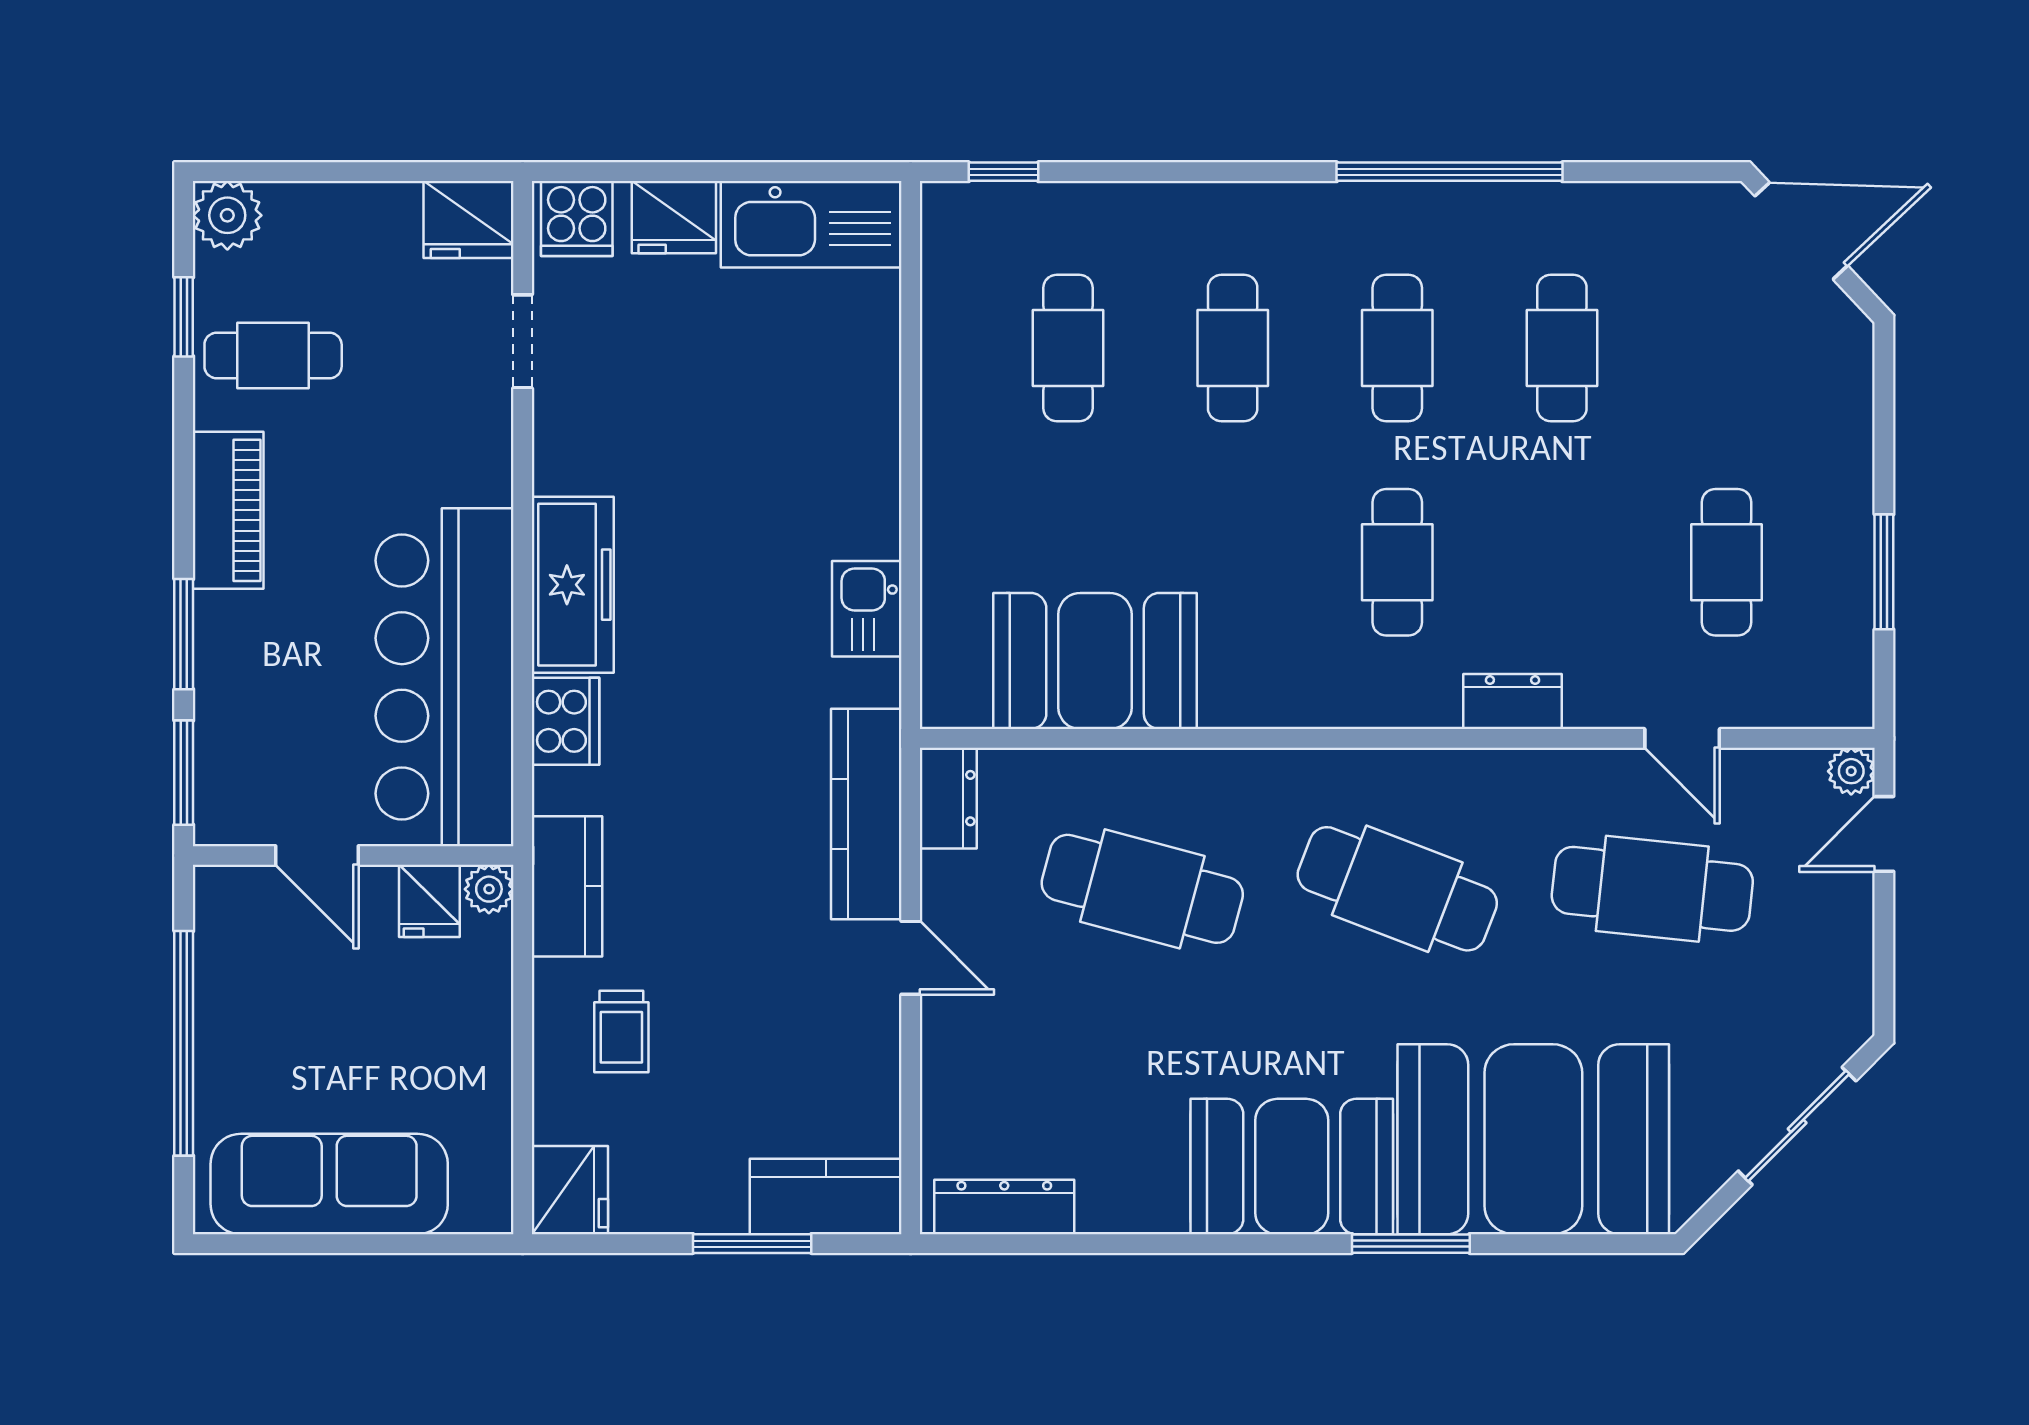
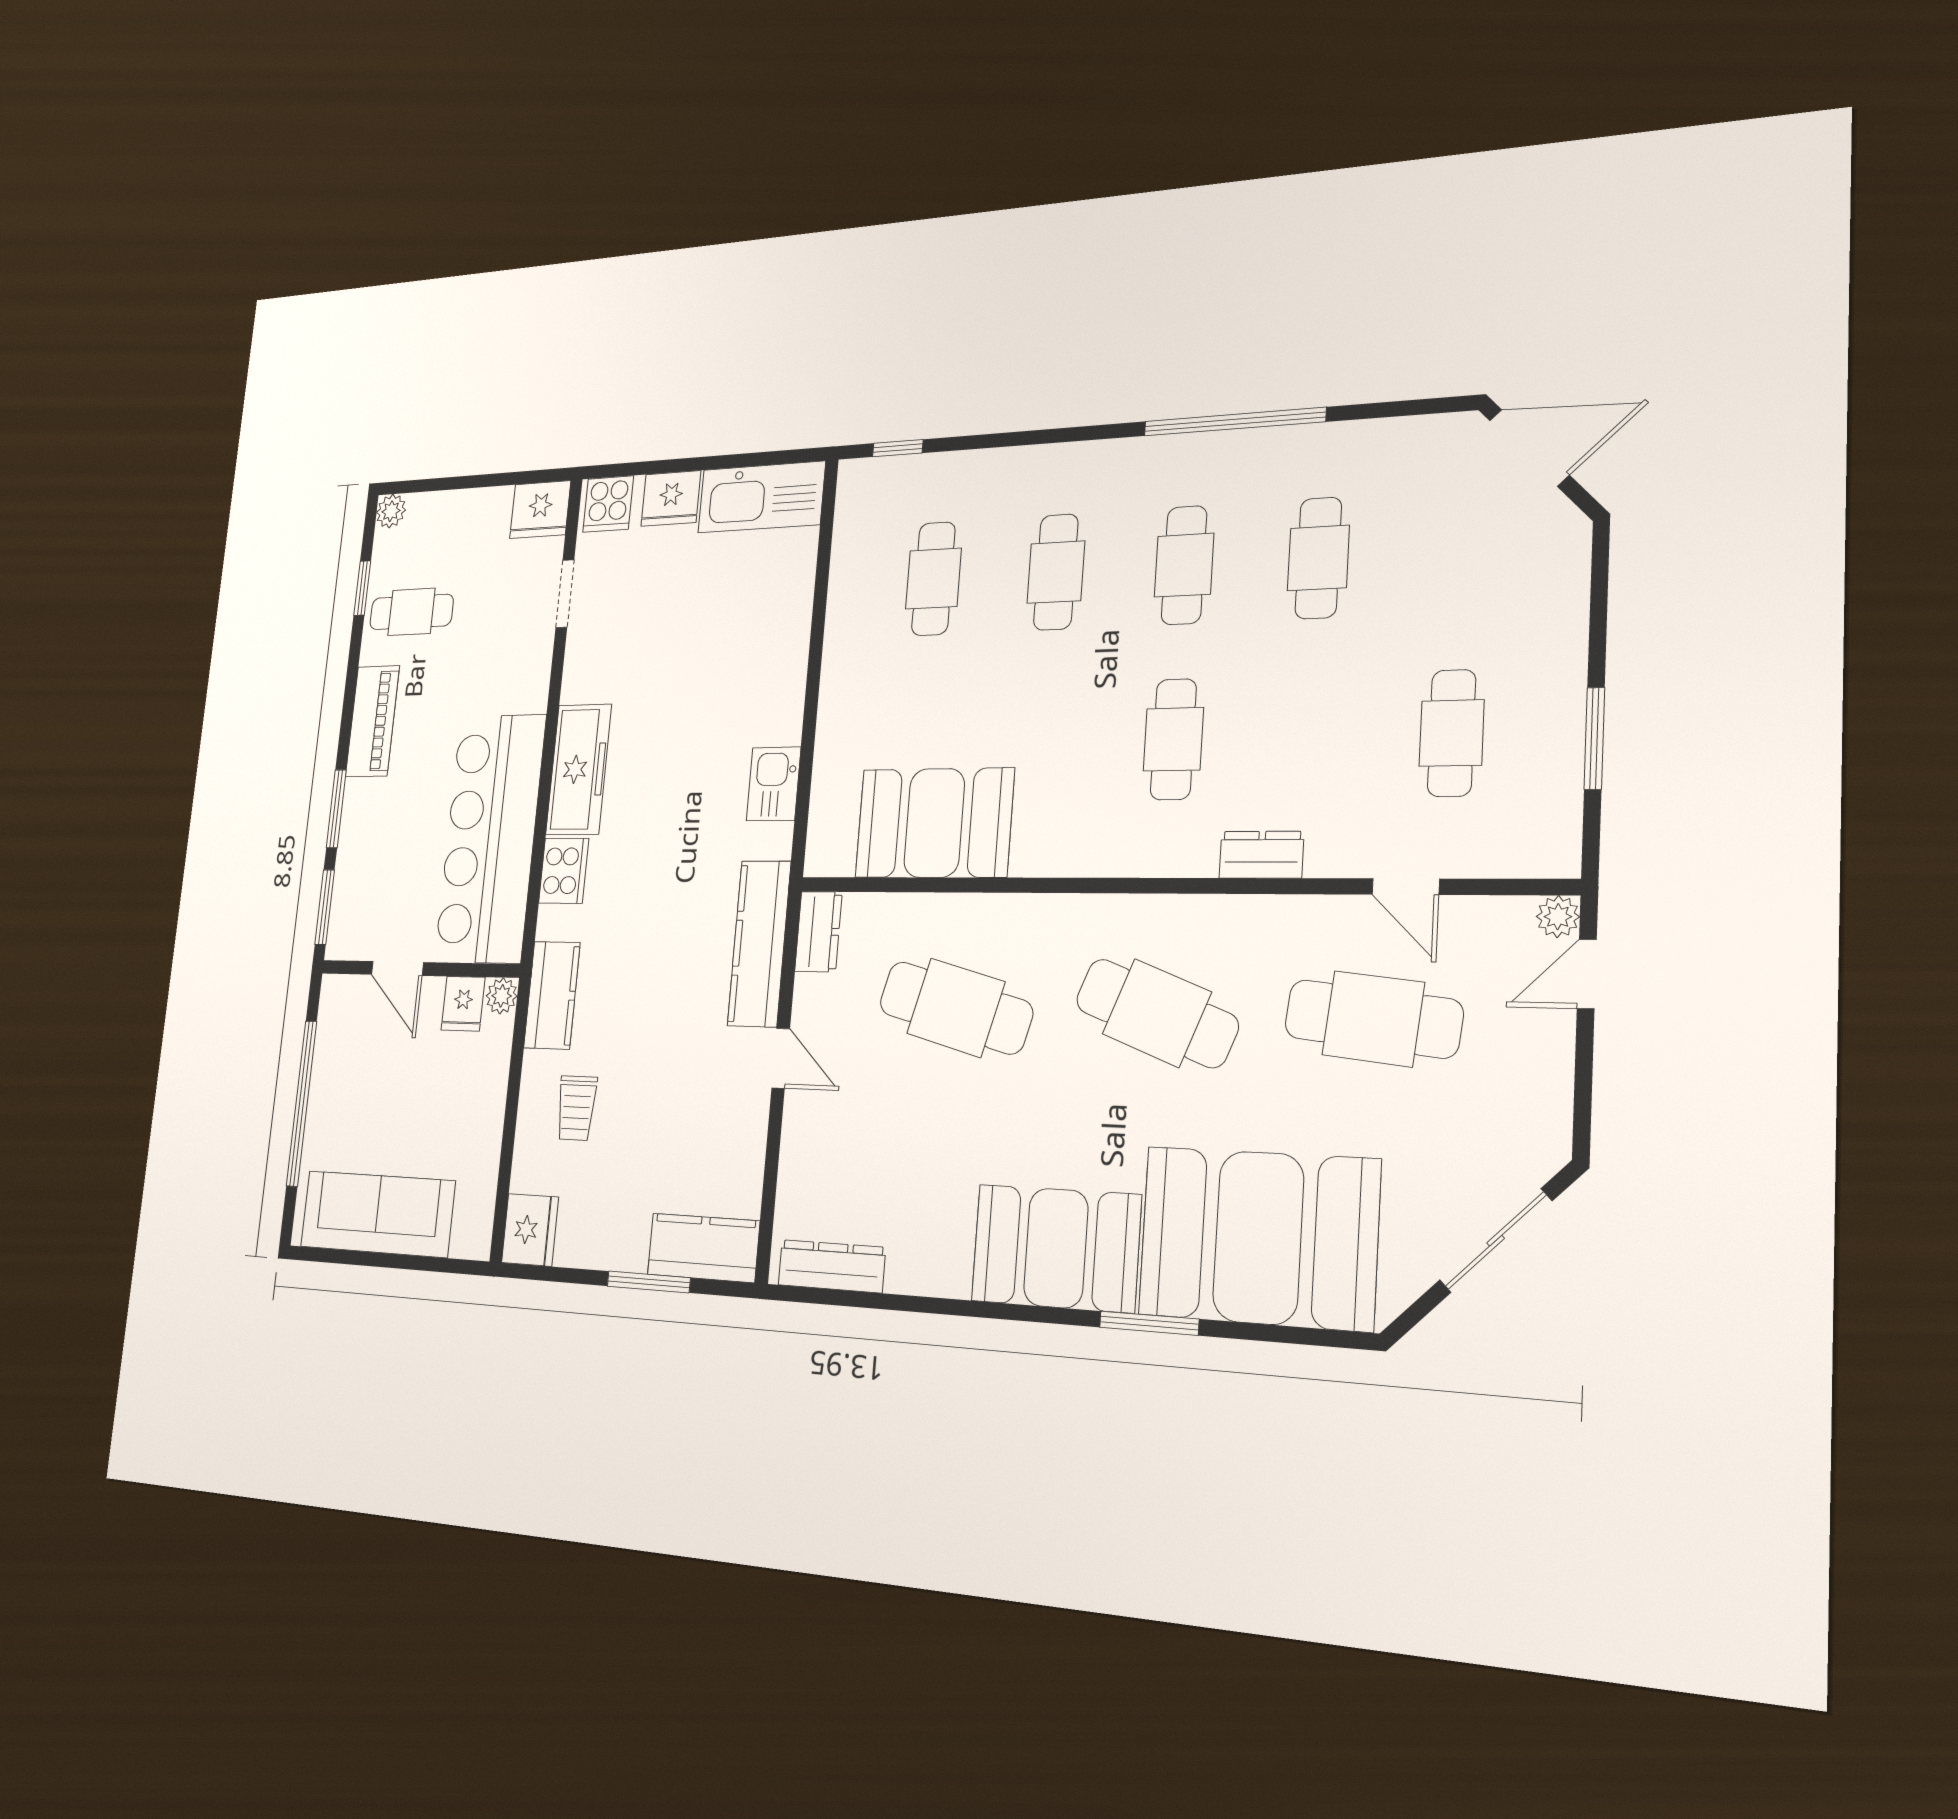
plant: (227, 215) -> (391, 511), width x0.73, depth x0.73

